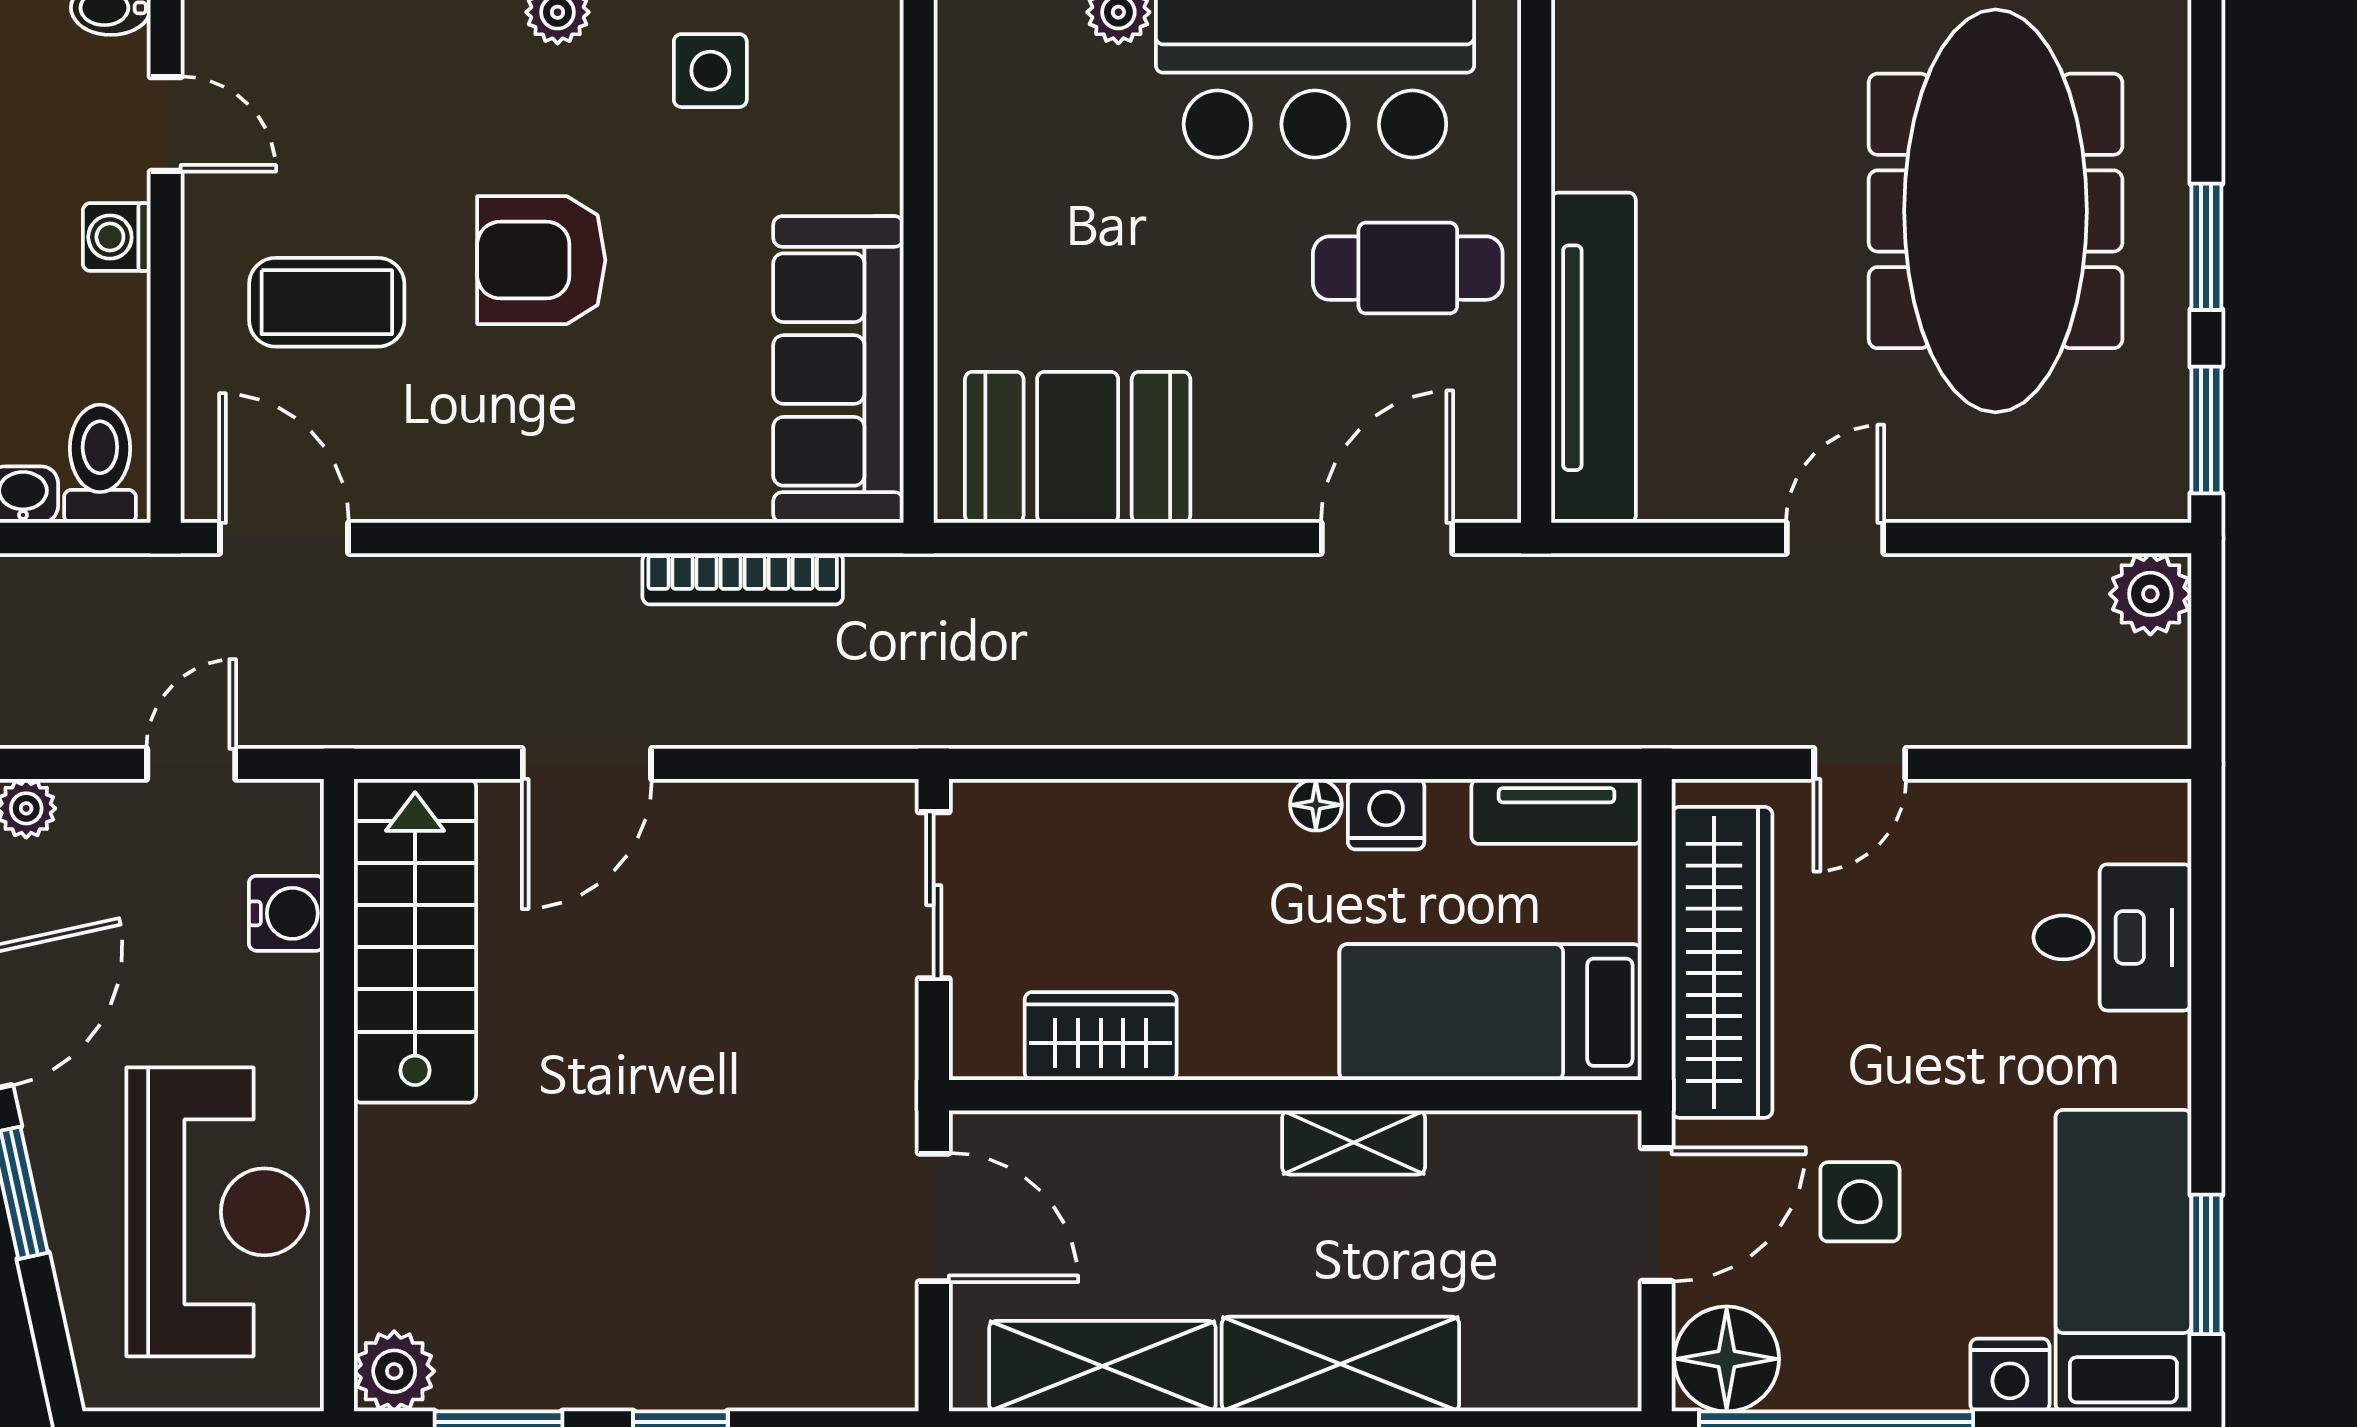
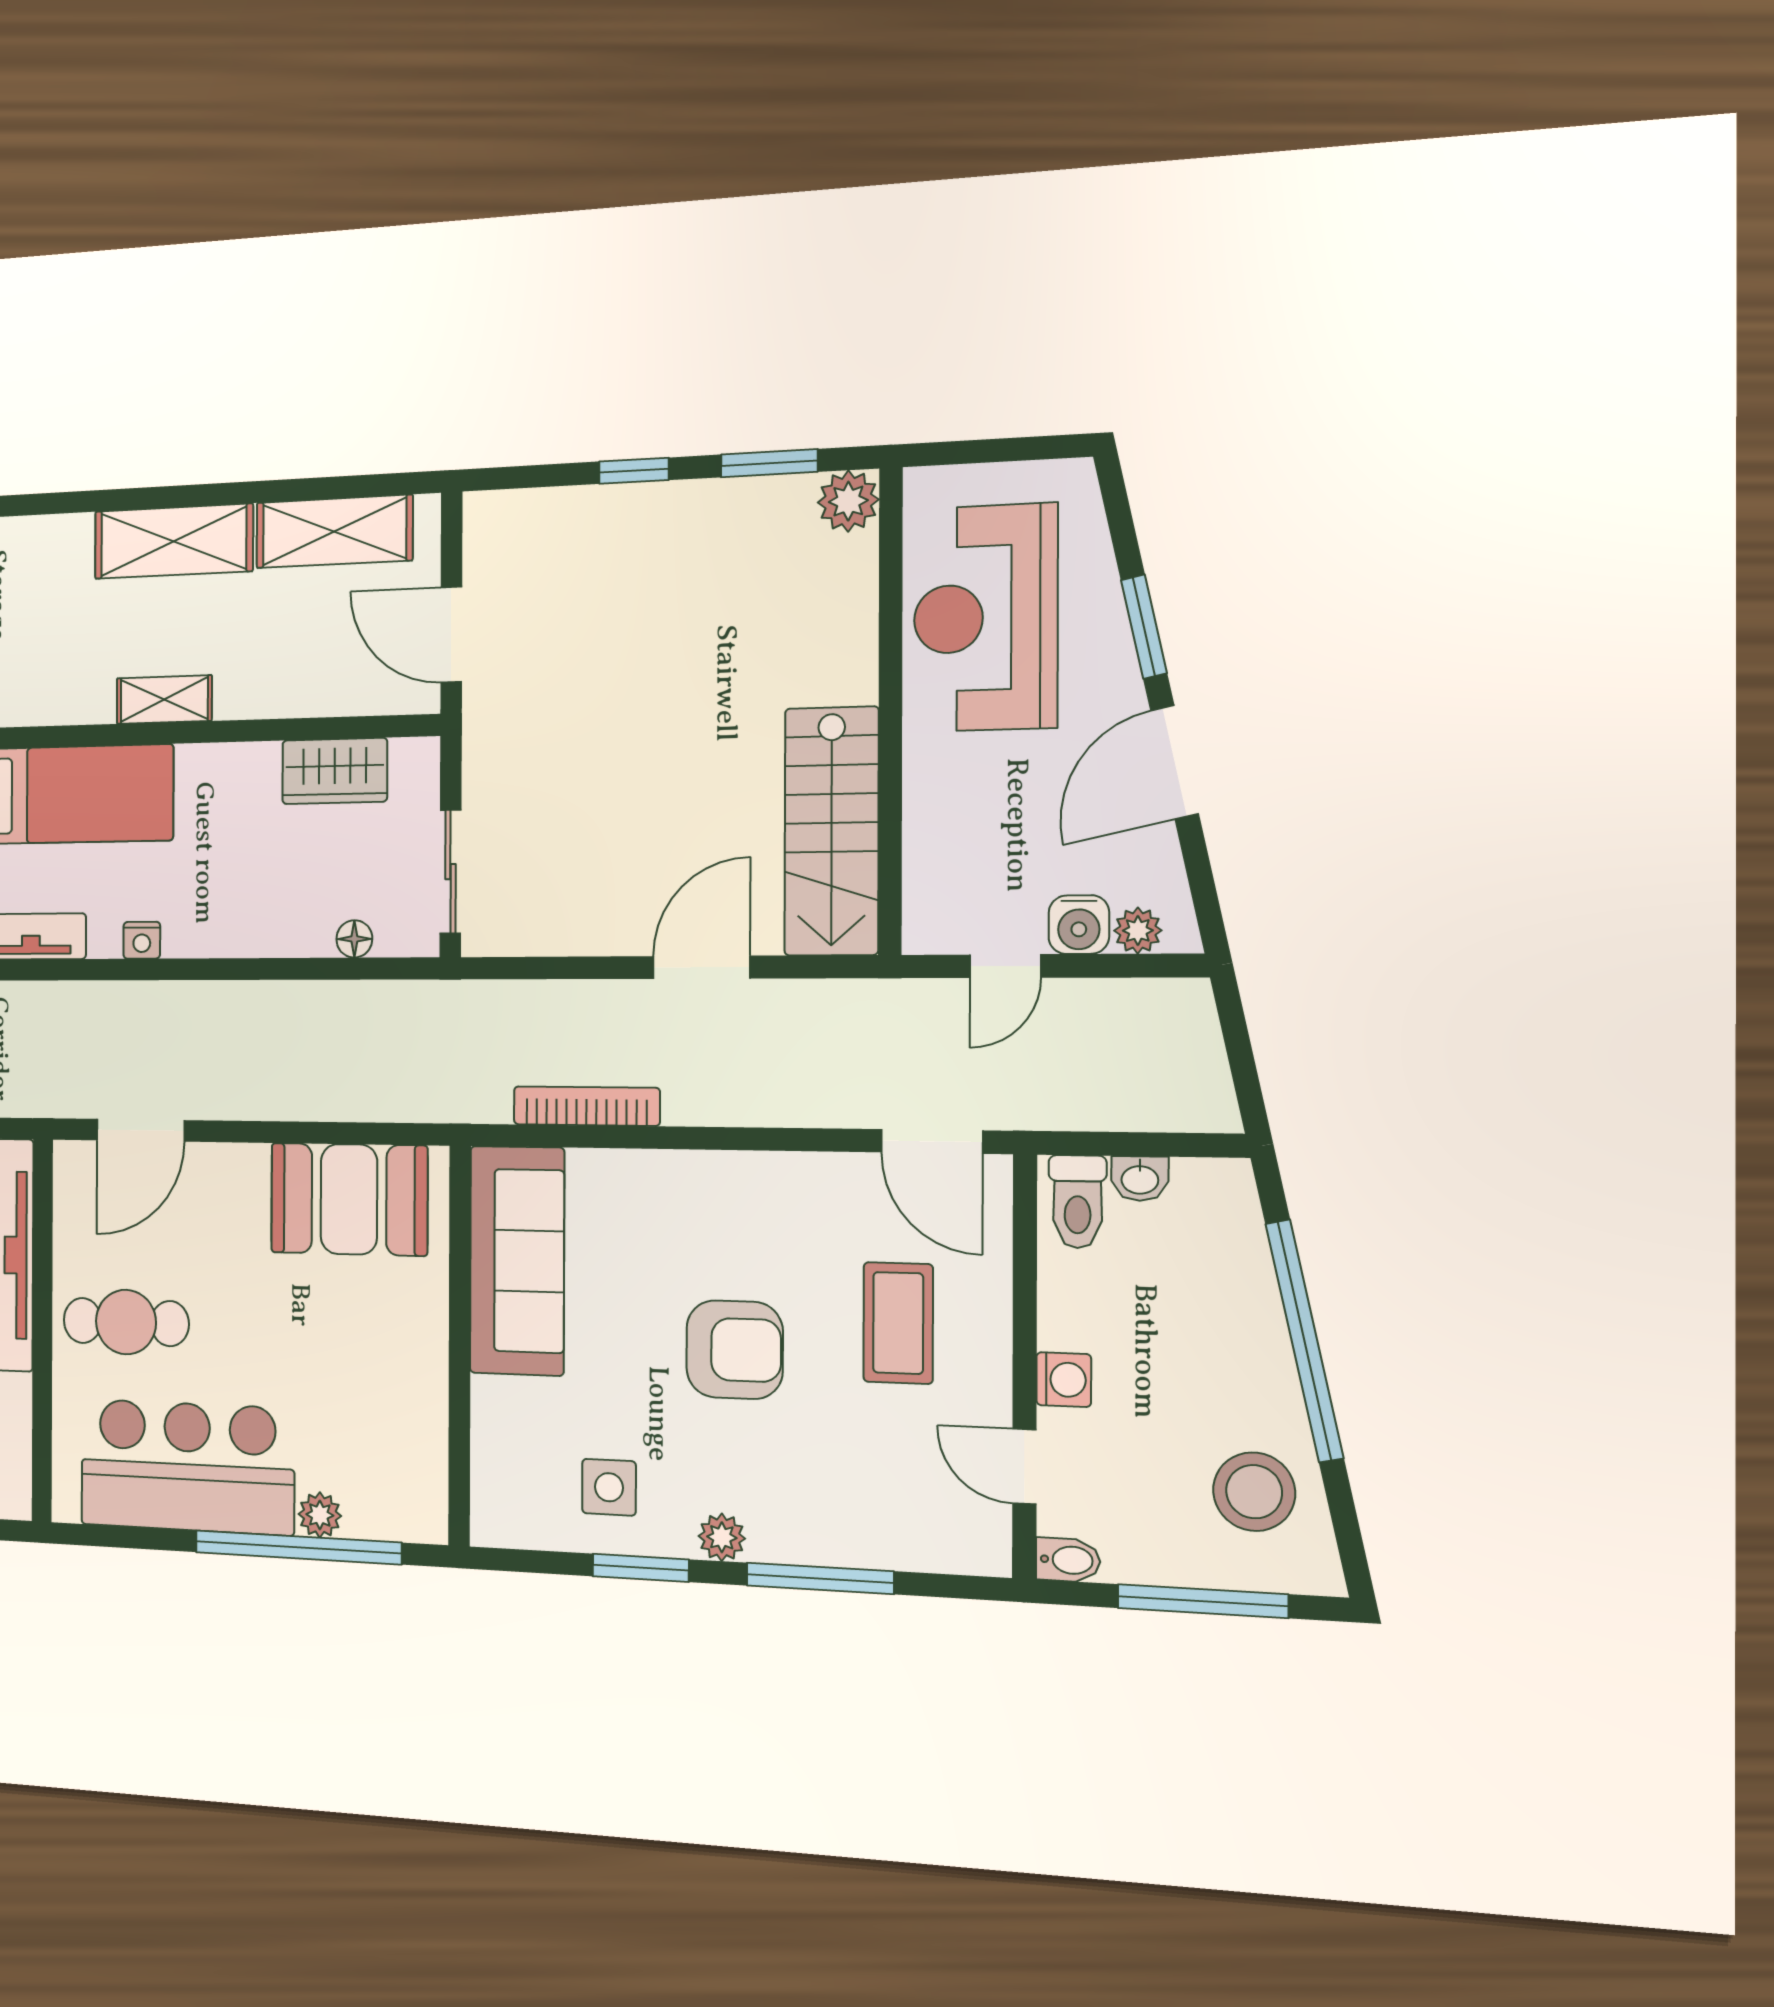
coffee table: (327, 302) -> (898, 1323), turned 90
floor lamp: (1316, 805) -> (354, 939), moved
nightstand: (1386, 814) -> (142, 940), width x0.72, depth x0.74
water cooler: (286, 913) -> (1079, 925), moved, turned -90

